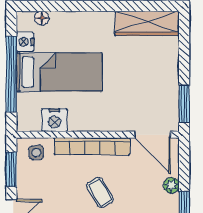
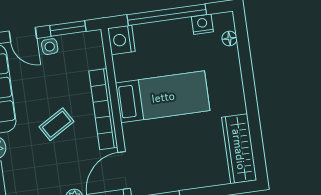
bed: (59, 72) -> (163, 97), moved, turned -90
nightstand: (54, 120) -> (121, 40), moved
side table: (36, 153) -> (50, 47), moved

